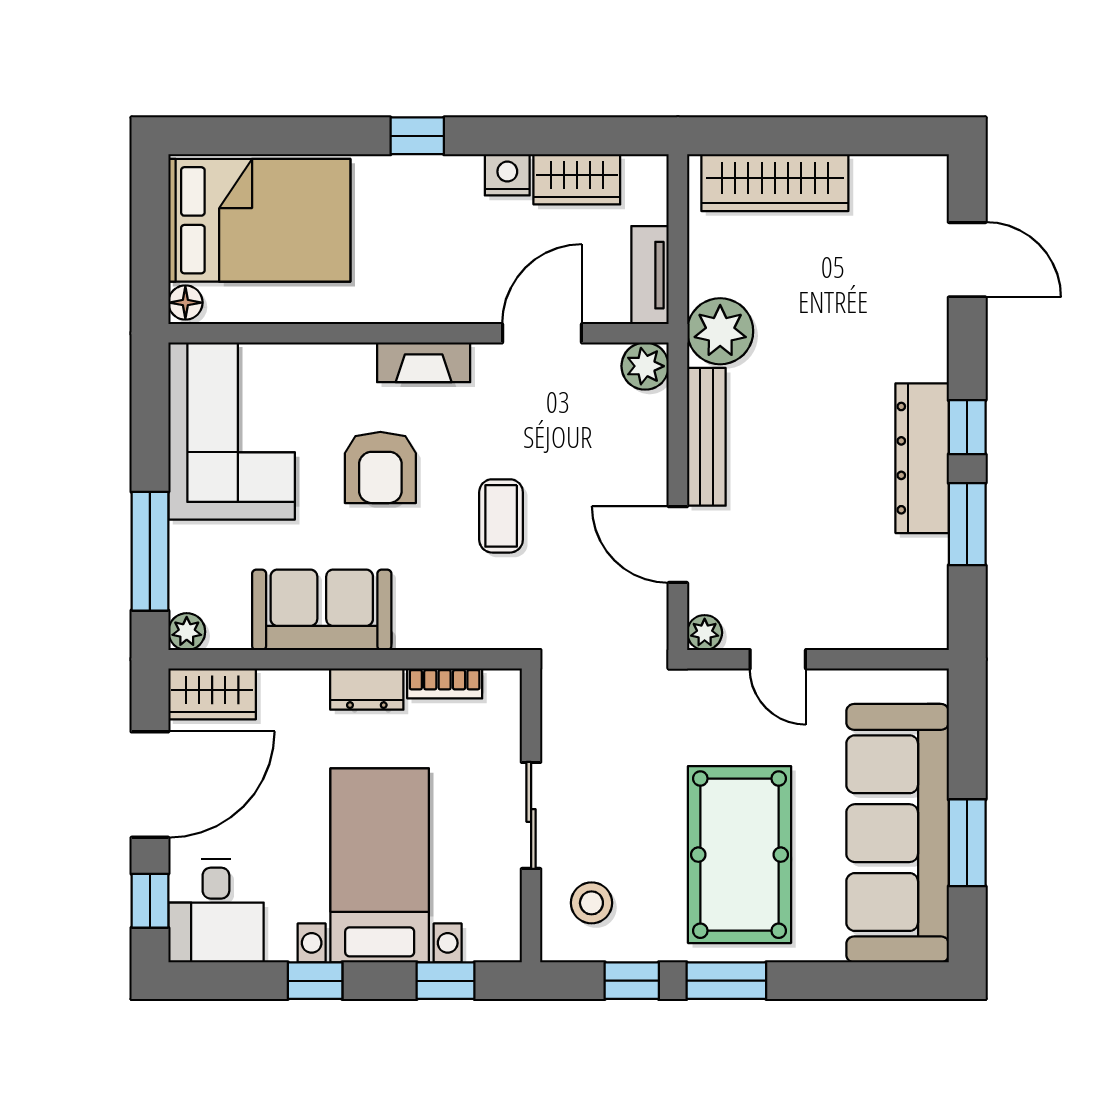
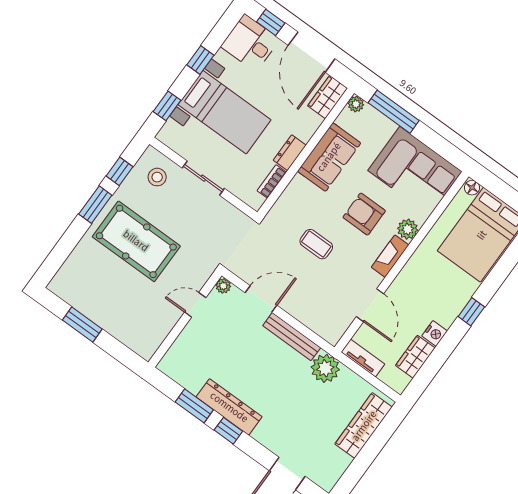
plant: (645, 366) -> (408, 229), moved
sofa: (898, 833) -> (103, 302), removed

